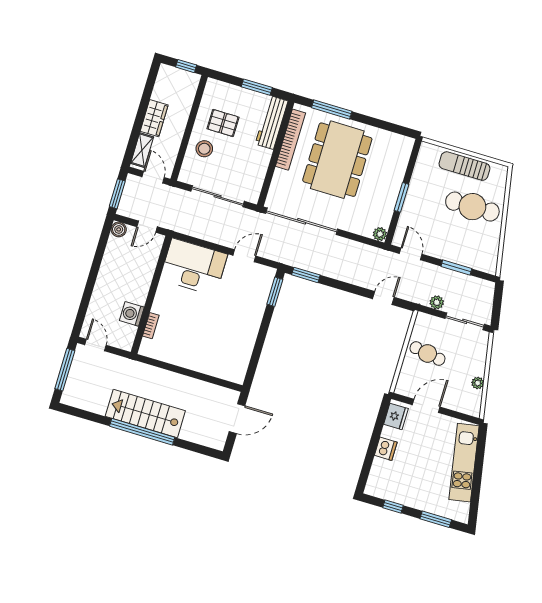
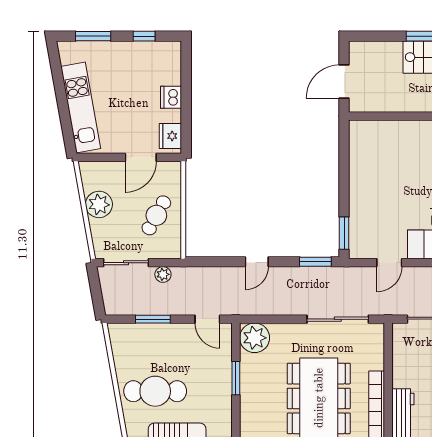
sliding door: (302, 221) -> (338, 319), width x0.73
plant: (380, 234) -> (255, 338), width x1.87, depth x1.87
door: (383, 298) -> (257, 262), moved
cafe table: (428, 353) -> (156, 215), turned -71
plant: (478, 383) -> (99, 204), width x1.87, depth x1.87

